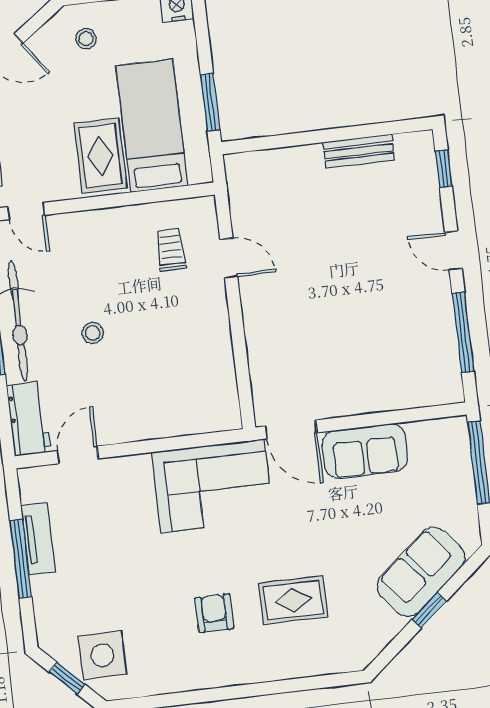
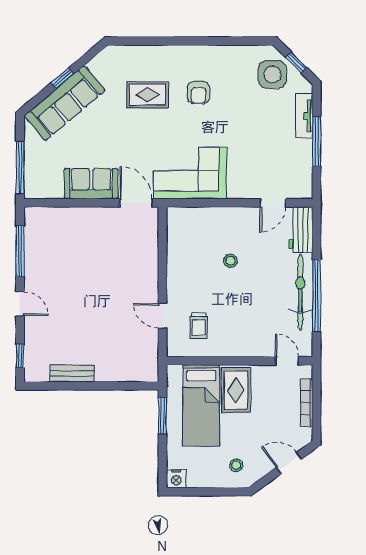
stool: (93, 333) -> (230, 261), moved
tv unit: (38, 539) -> (304, 116), moved
sofa: (421, 572) -> (65, 103), width x1.36

